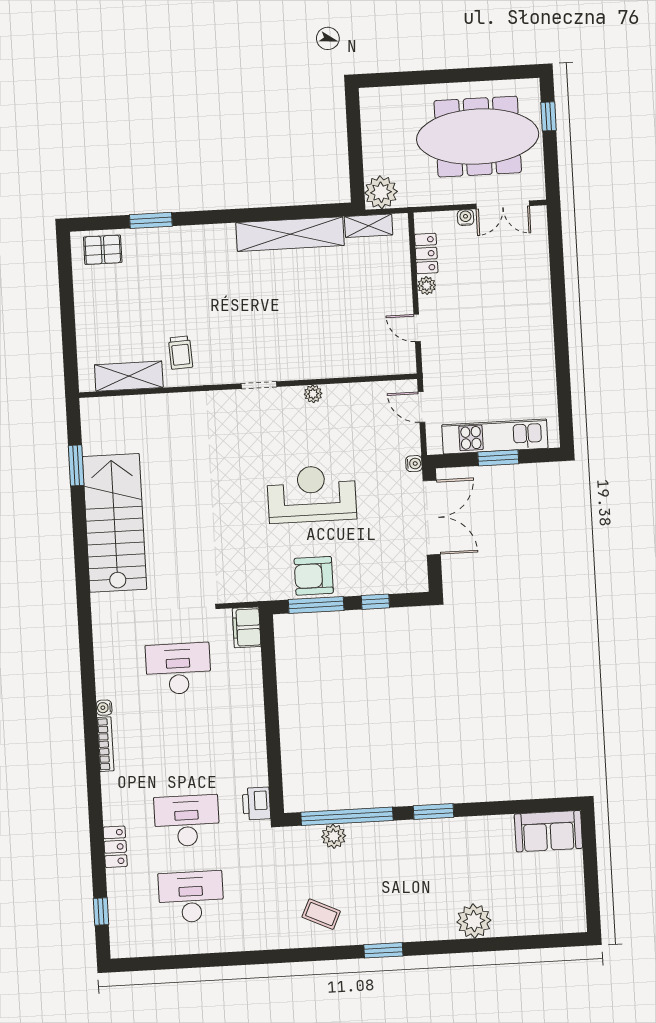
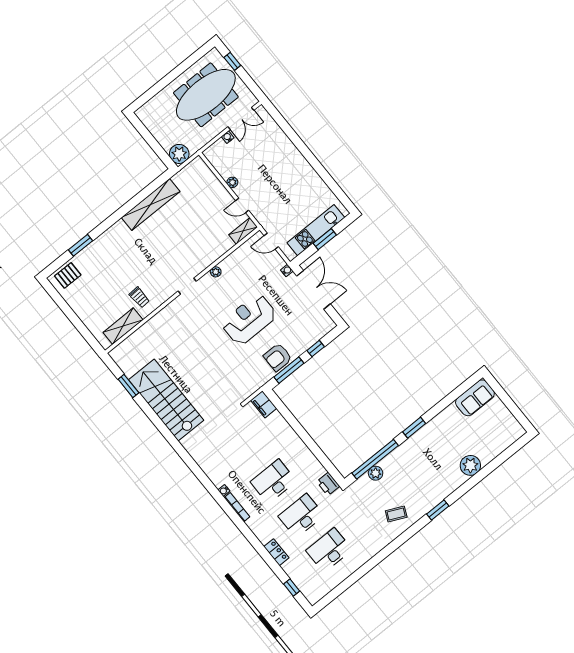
shelving: (369, 226) -> (243, 231), moved
locker: (426, 254) -> (221, 167), removed
desk: (178, 669) -> (273, 481), moved

